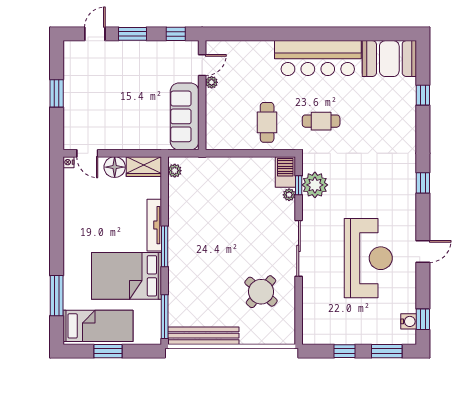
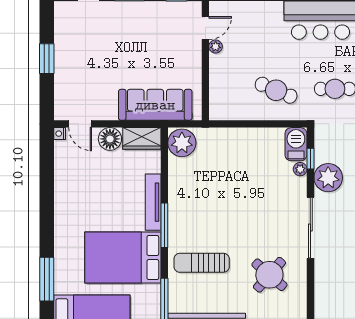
sofa: (185, 116) -> (155, 105), moved, turned 90
cafe table: (267, 122) -> (276, 90), turned -67
plant: (175, 171) -> (182, 143), width x1.87, depth x1.87
plant: (315, 185) -> (328, 178), moved
sun lounger: (199, 281) -> (202, 263), added

